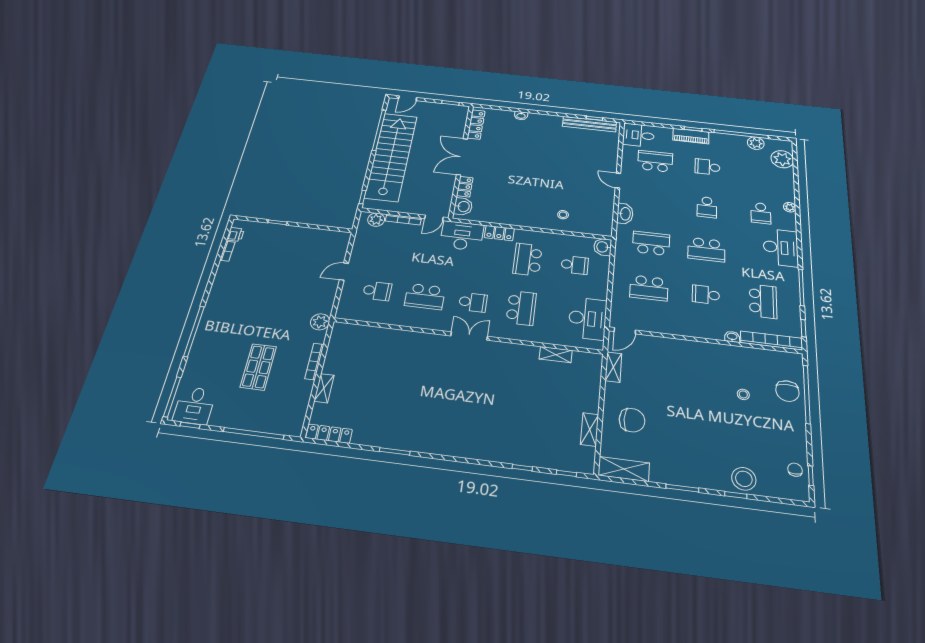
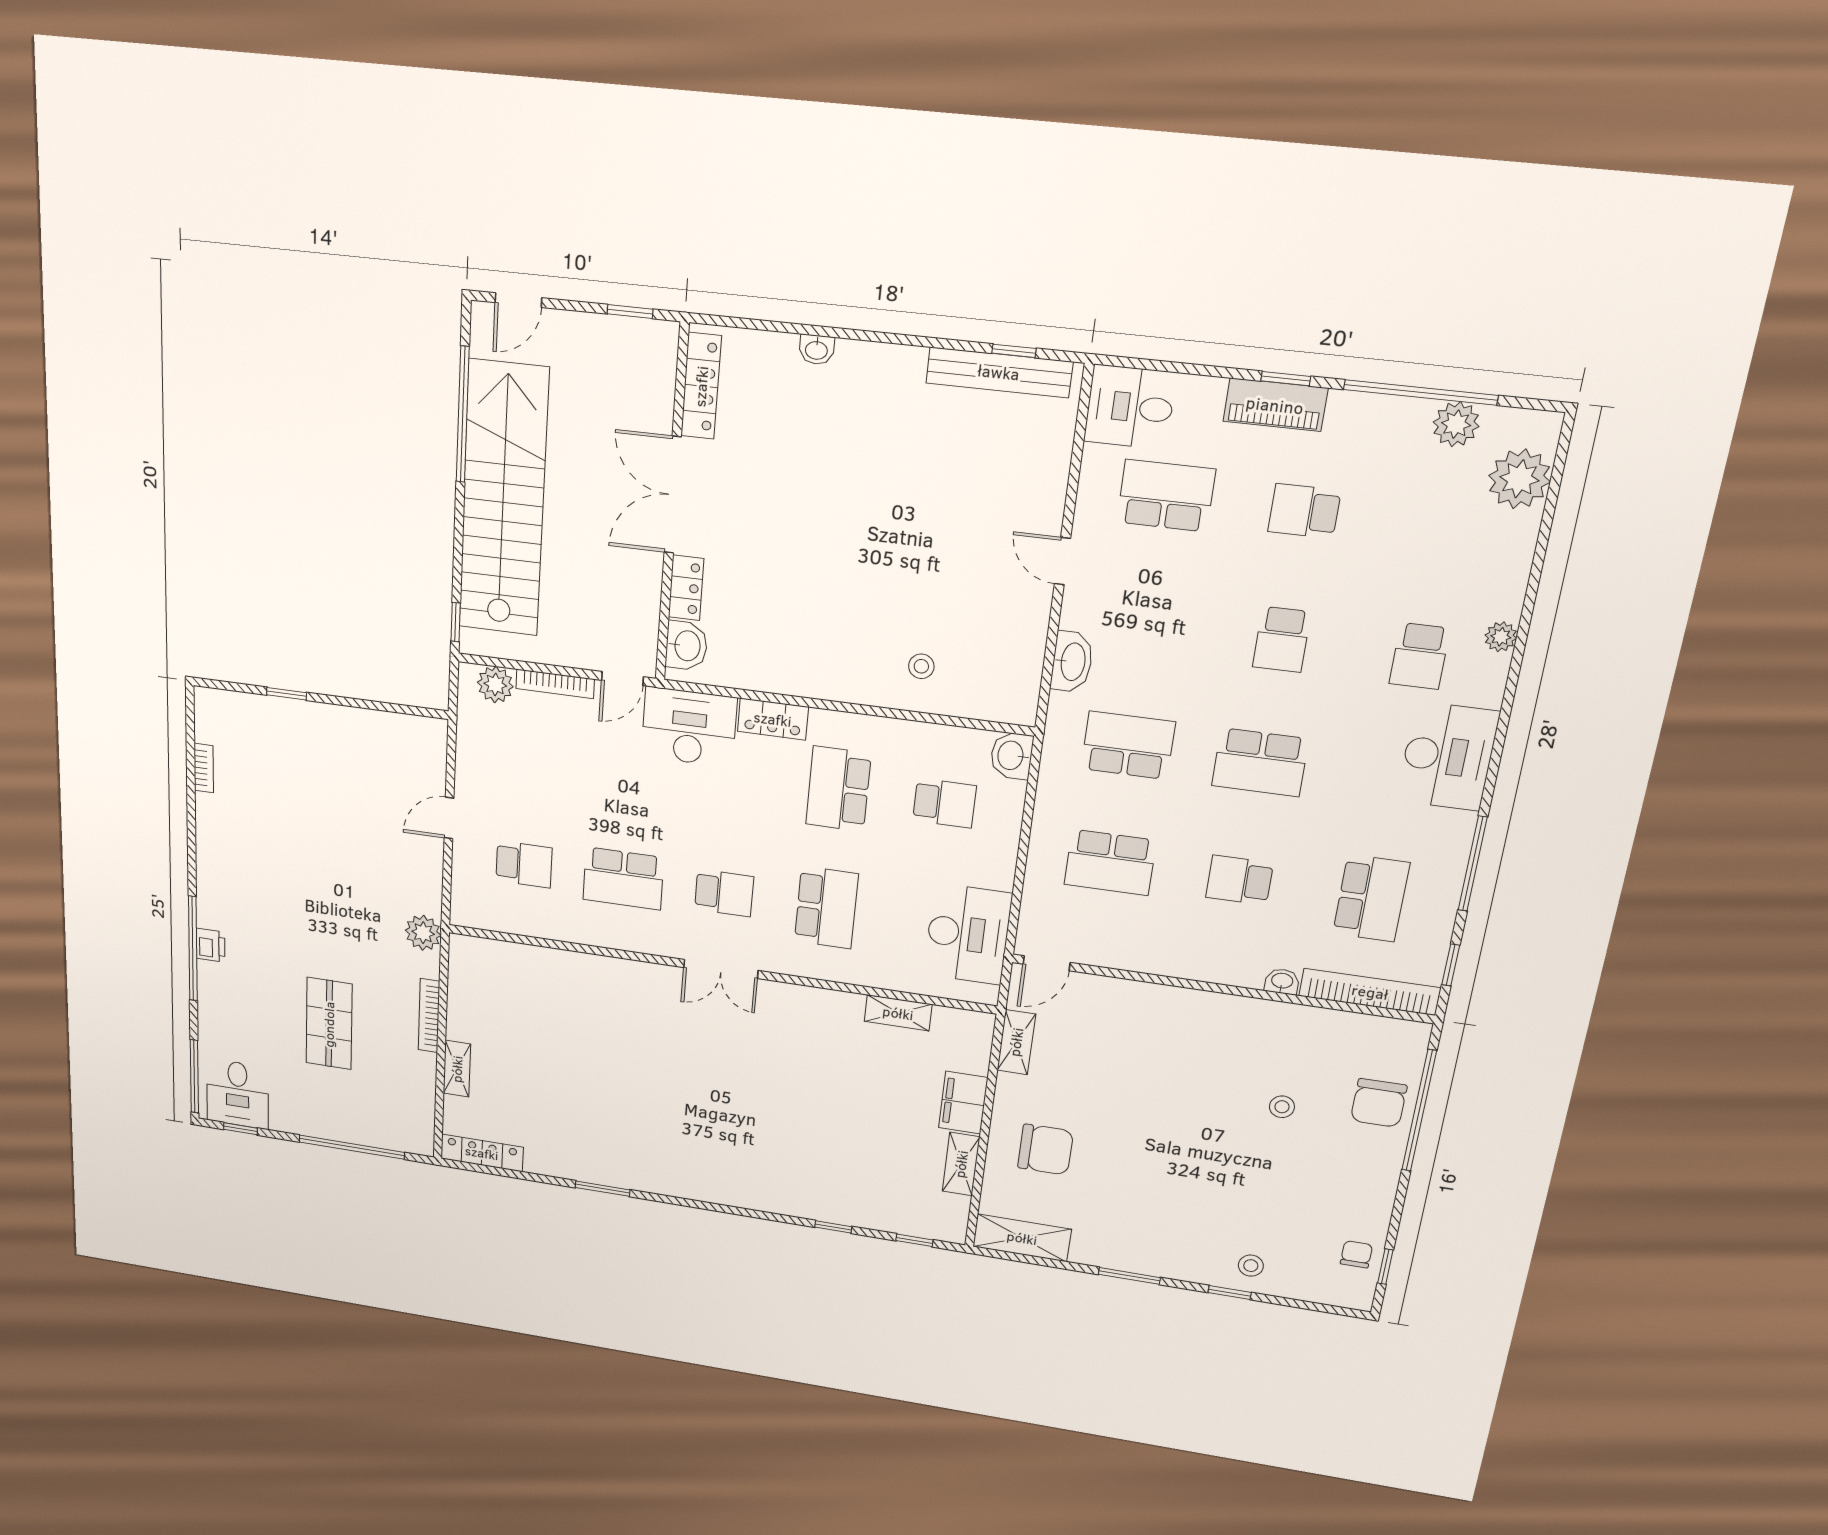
printer: (235, 234) -> (210, 945), moved
double door: (469, 336) -> (721, 969), swing flipped
filing cabinet: (589, 397) -> (963, 1103), added
stool: (744, 479) -> (1251, 1266), width x0.53, depth x0.53

